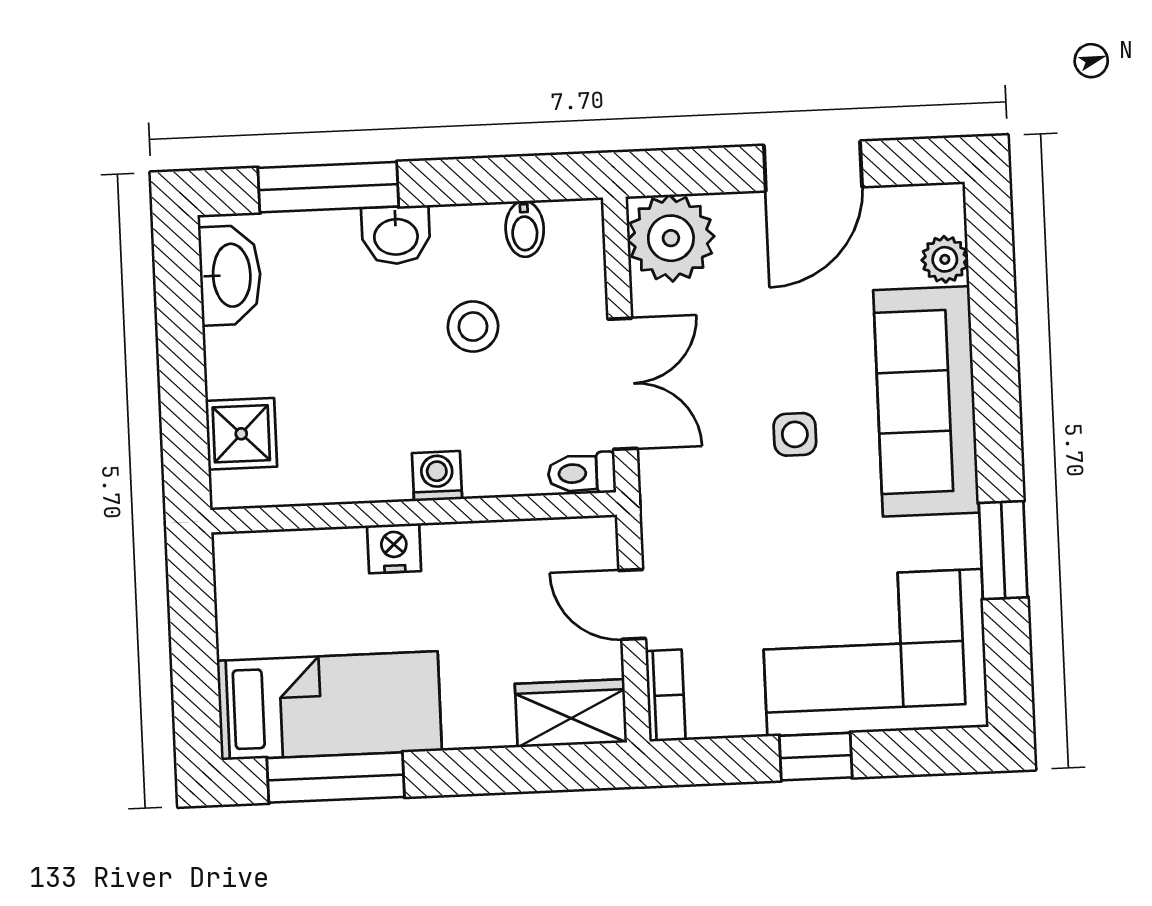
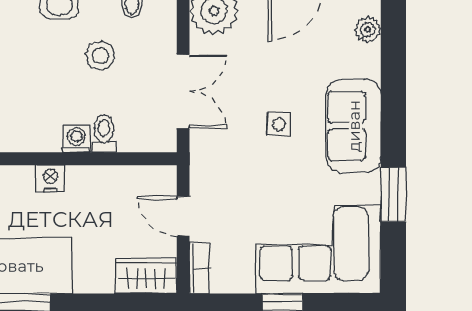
sofa: (926, 401) -> (354, 126), width x0.73
toilet: (582, 473) -> (104, 134), moved, turned 90

